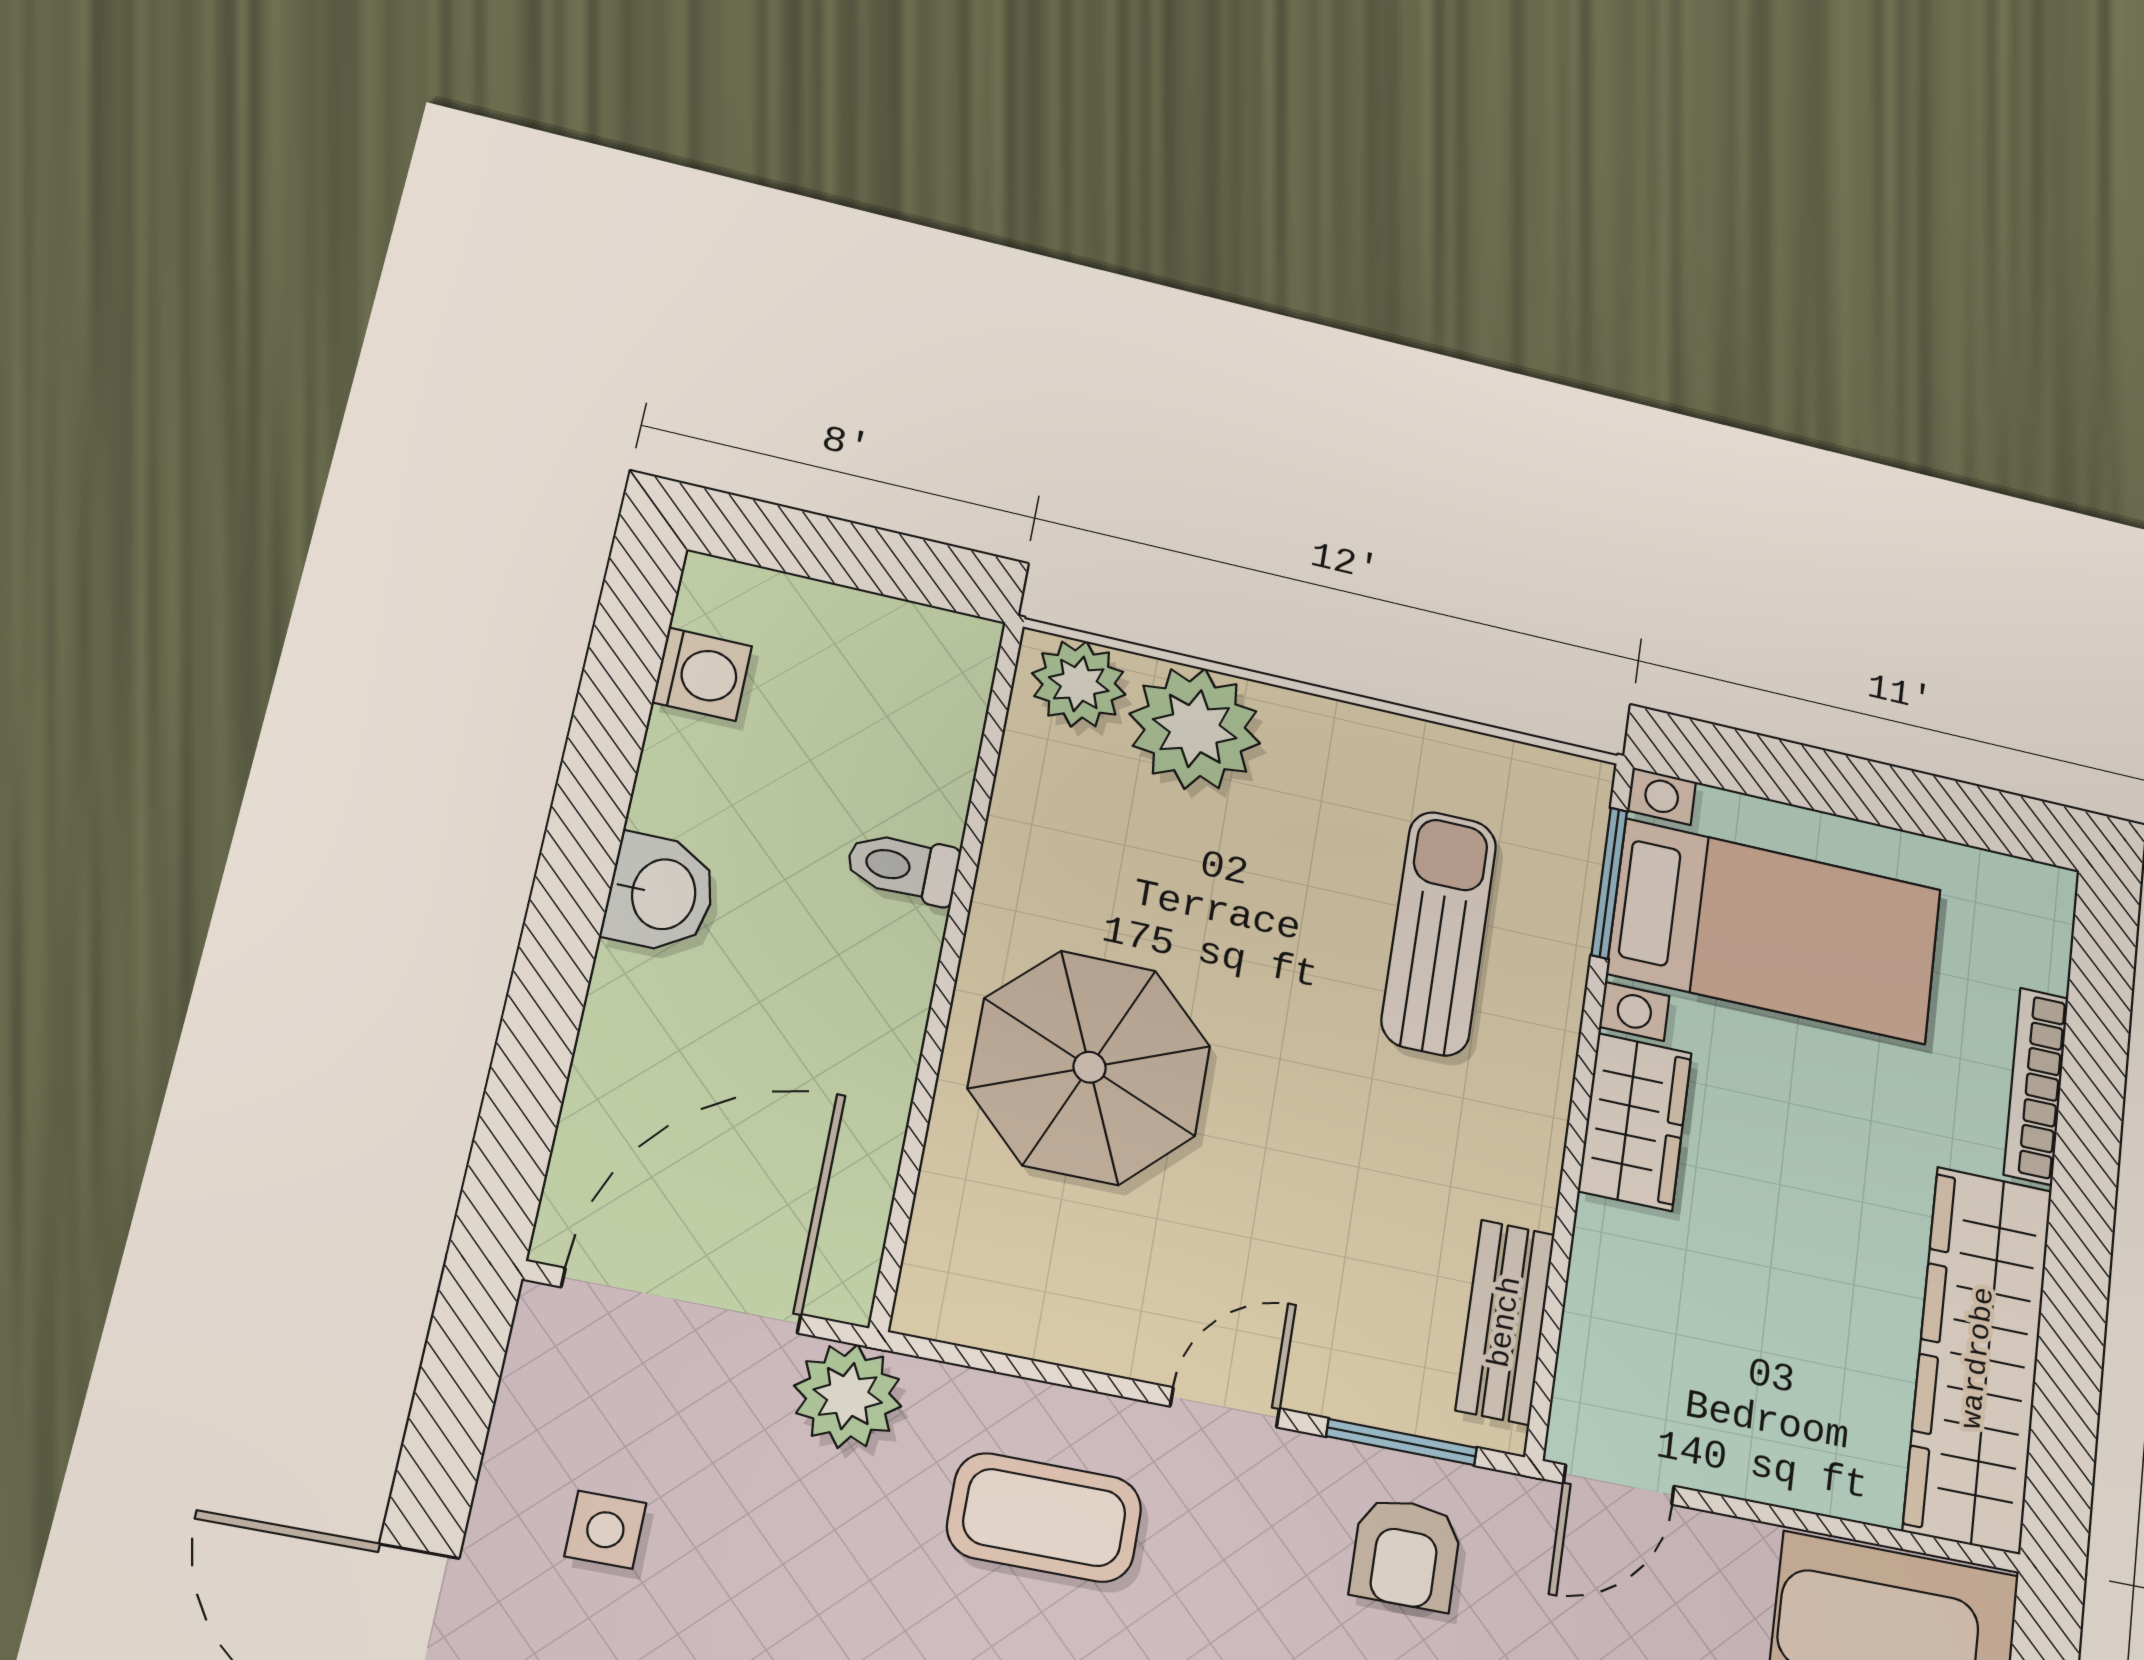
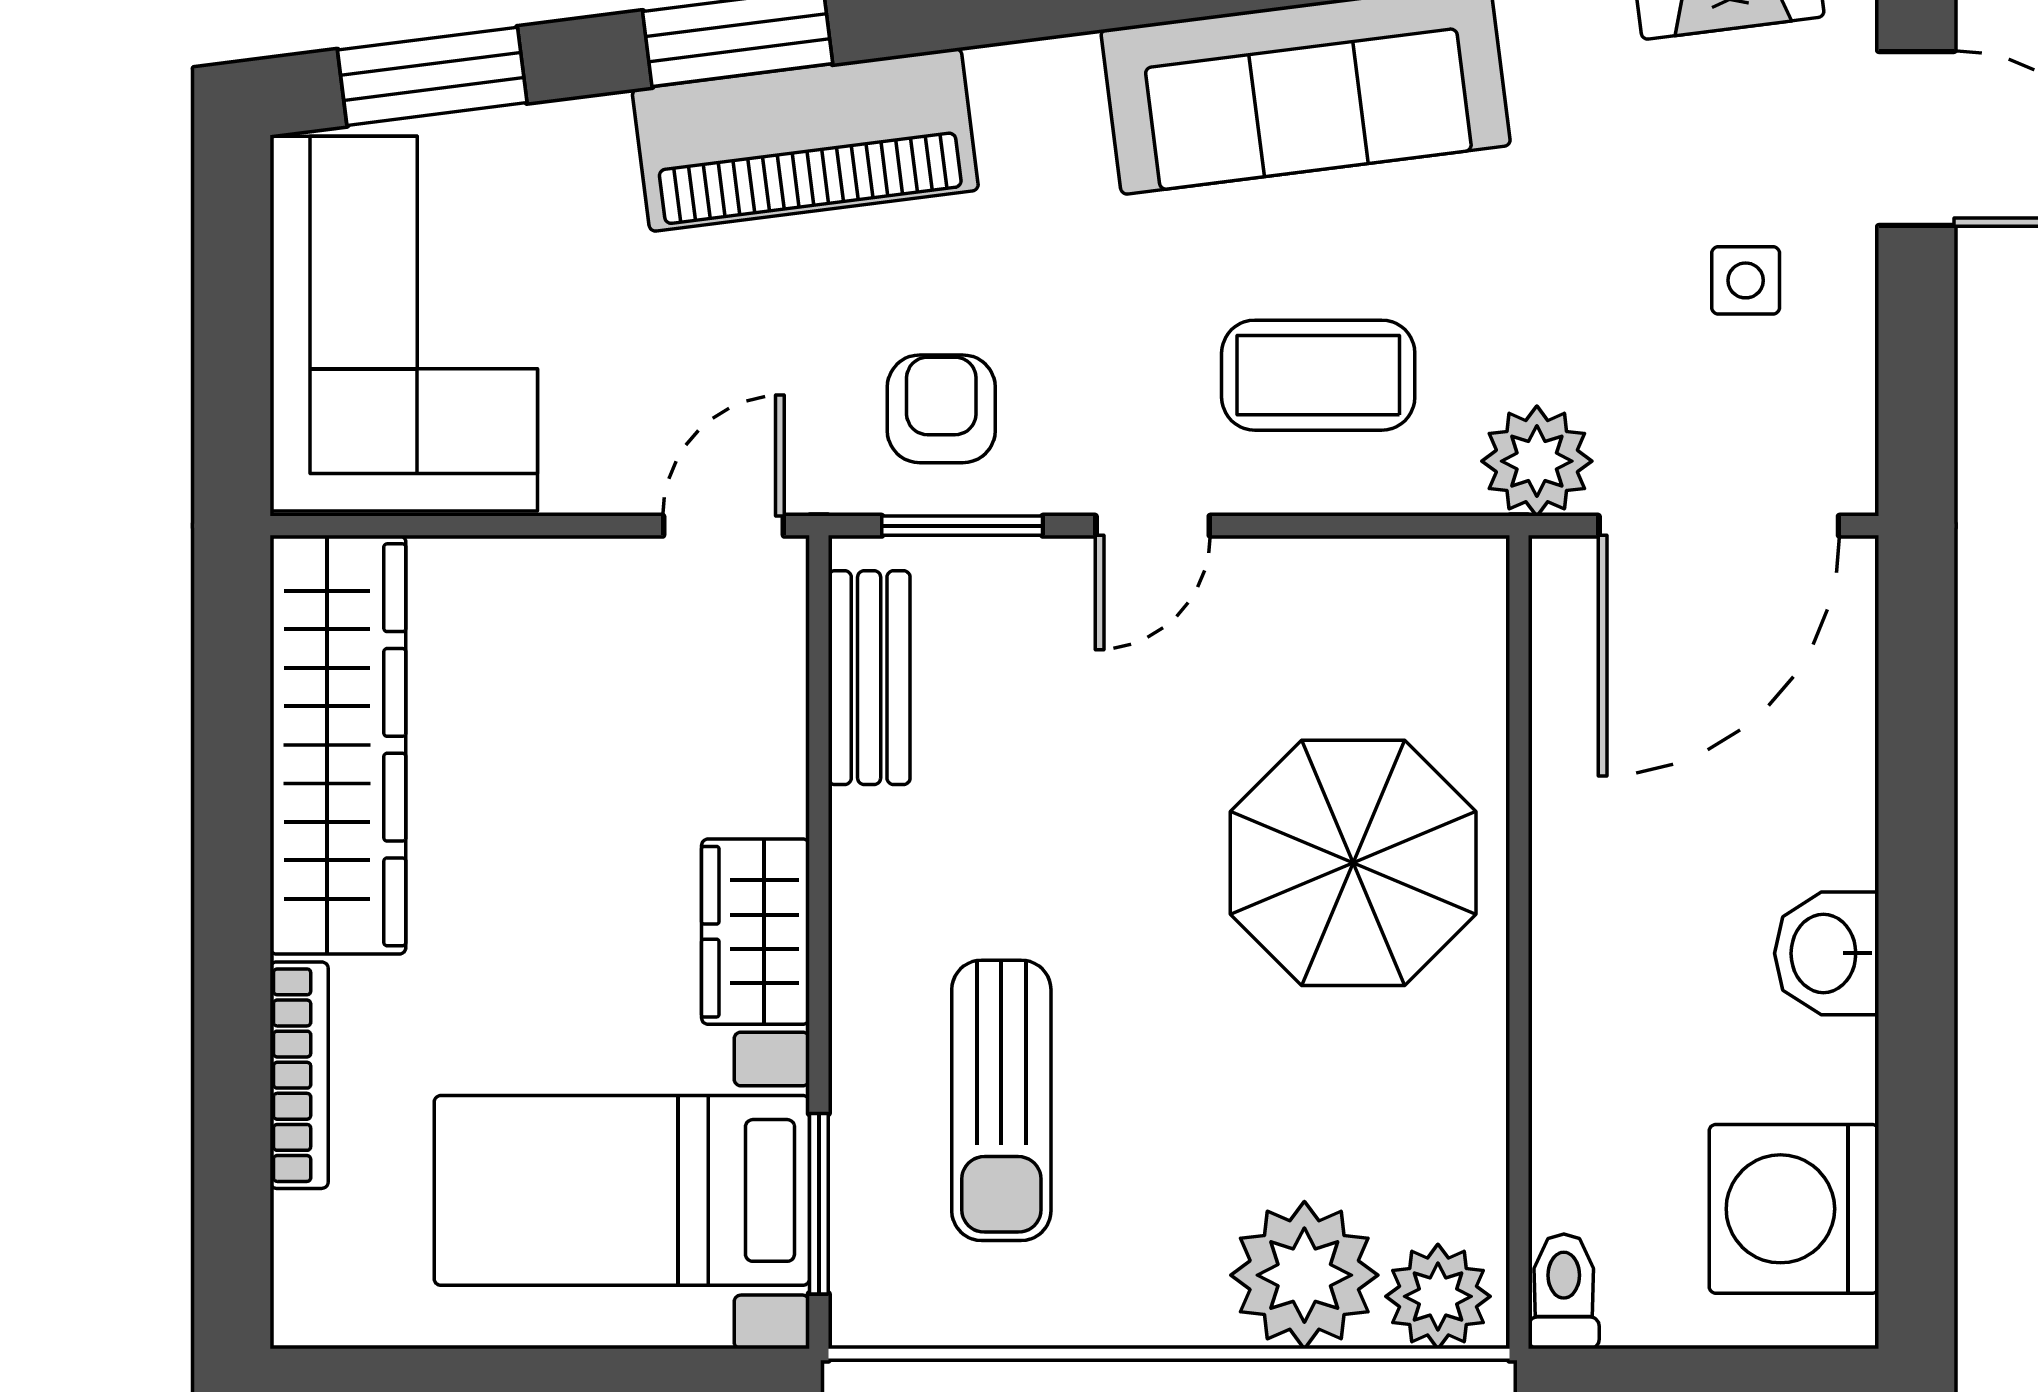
washing machine: (702, 674) -> (1794, 1209), width x1.89, depth x1.89
toilet: (903, 867) -> (1564, 1291), moved, turned -90

